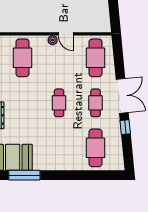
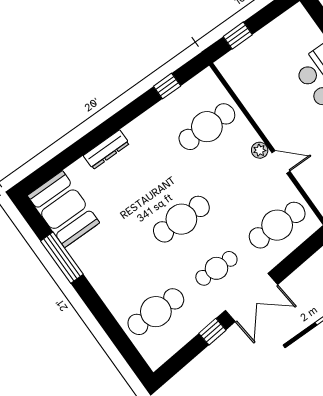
door: (66, 34) -> (281, 162), swing flipped
cafe table: (59, 103) -> (181, 219), width x1.37, depth x1.35
window: (24, 175) -> (62, 258), moved

